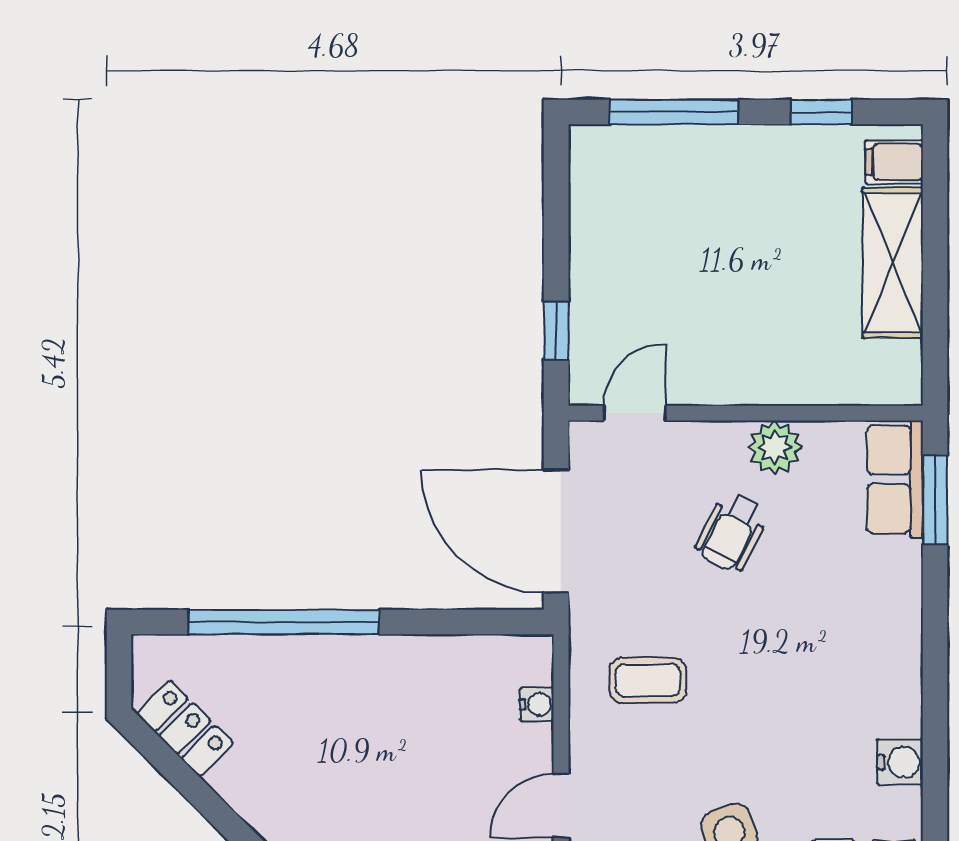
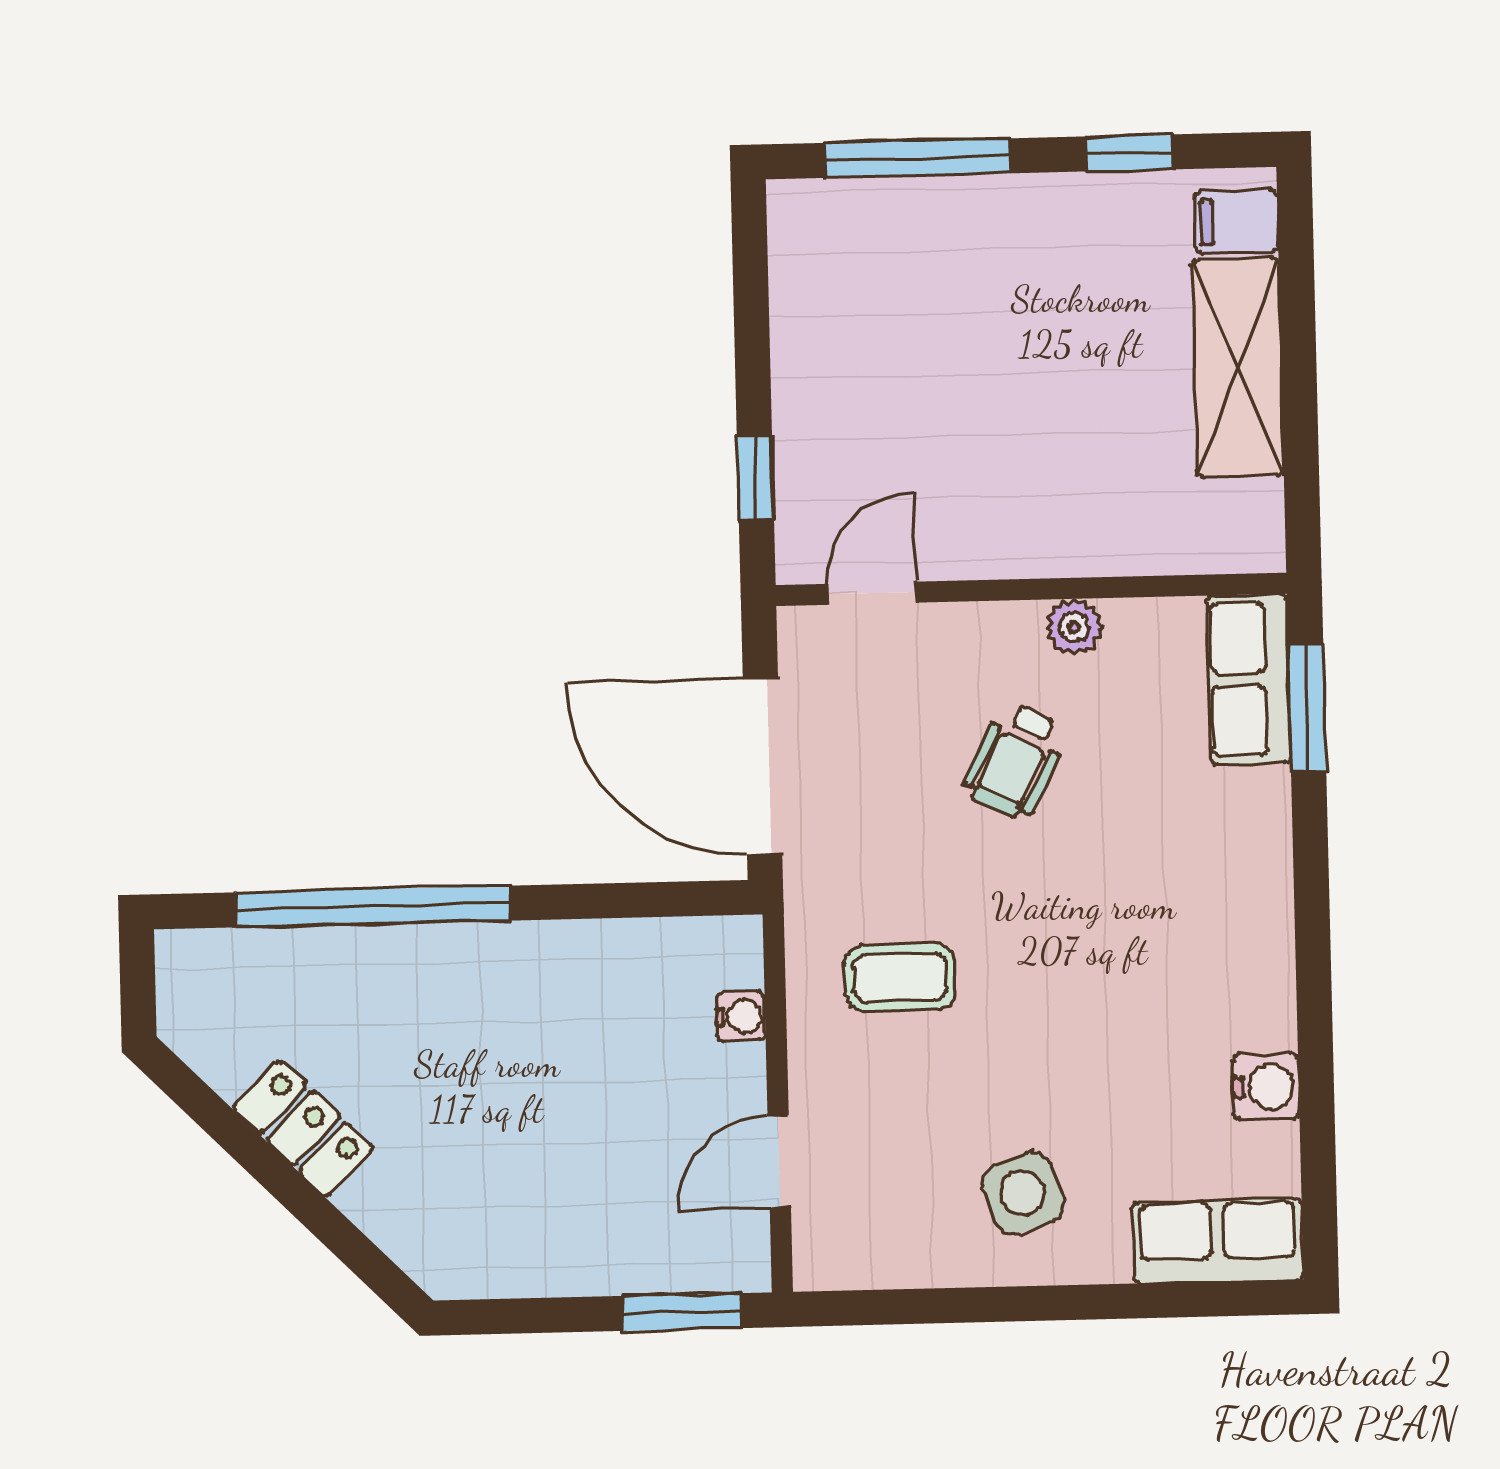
plant: (775, 447) -> (1074, 627), width x0.73, depth x0.73
locker: (185, 728) -> (303, 1128), moved

